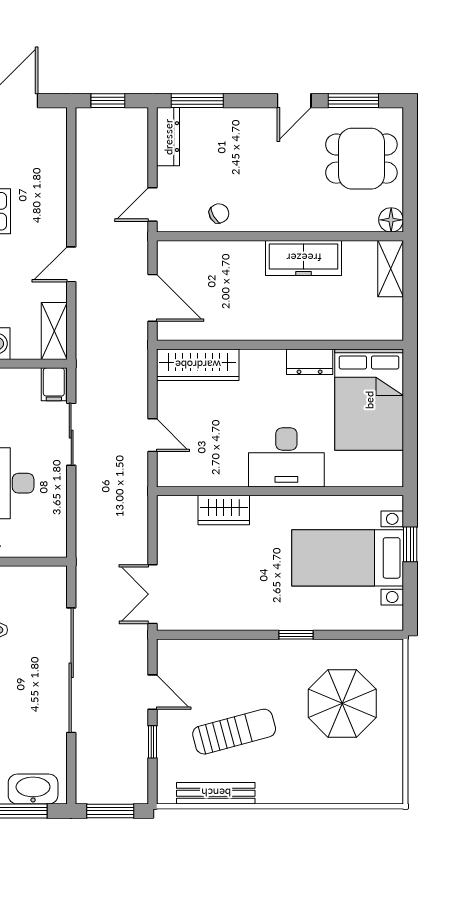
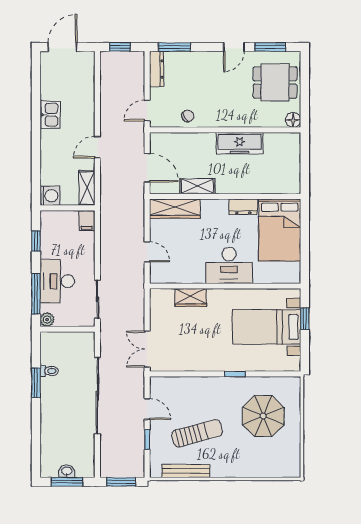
shelving: (391, 269) -> (197, 186), moved, turned 90
sliding door: (71, 434) -> (97, 299), moved
washbasin: (33, 789) -> (67, 471), width x0.52, depth x0.69

